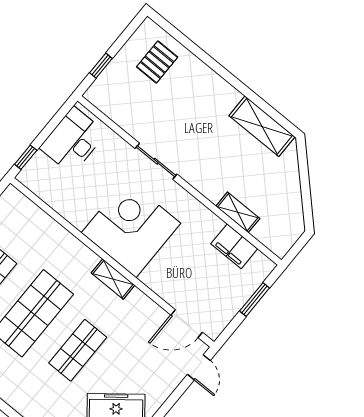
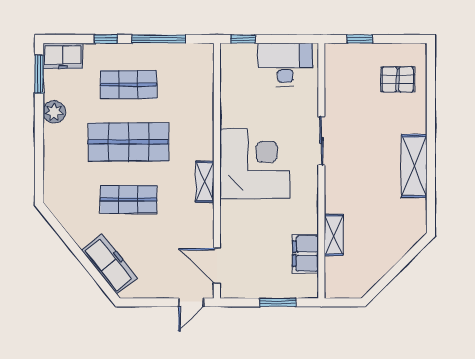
shelving: (262, 126) -> (414, 166), moved

